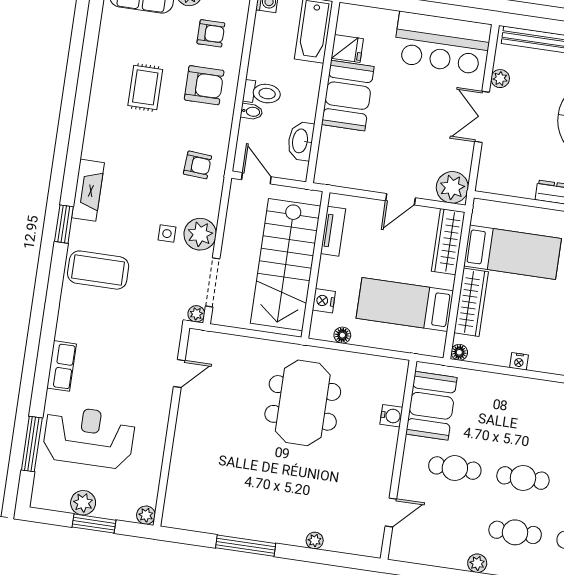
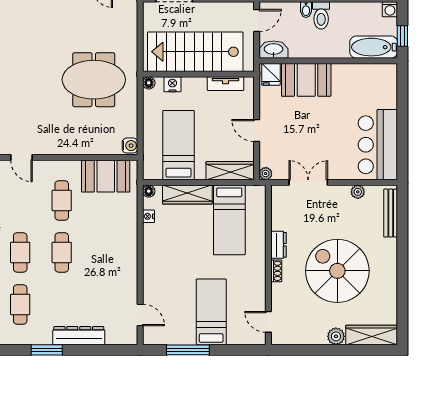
fridge: (347, 48) -> (271, 74), moved
booth: (348, 96) -> (306, 80), moved
double door: (482, 117) -> (308, 182), moved
washbasin: (301, 141) -> (273, 50), moved
plant: (452, 187) -> (266, 174), width x0.53, depth x0.53
floor lamp: (342, 335) -> (149, 83), moved
nightstand: (519, 361) -> (148, 216), moved
water cooler: (391, 416) -> (130, 146), moved, turned -90

